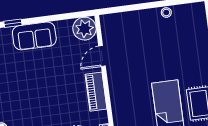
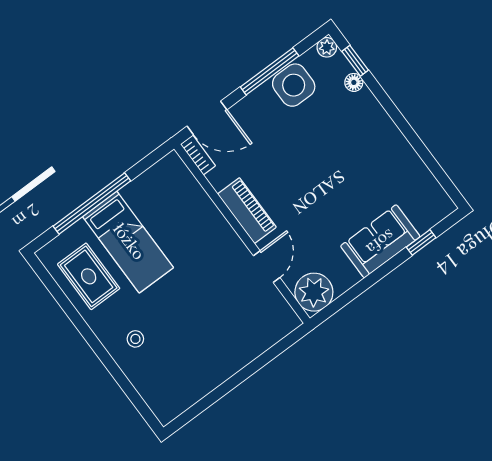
stool: (166, 13) -> (135, 339), moved

